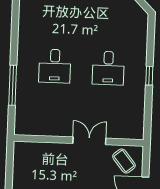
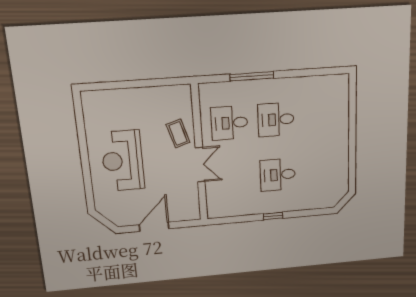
desk: (53, 110) -> (229, 123), added
coffee table: (124, 161) -> (178, 133), moved, turned -68

